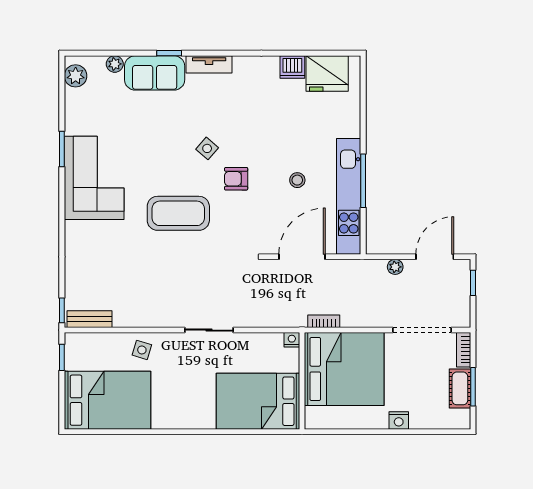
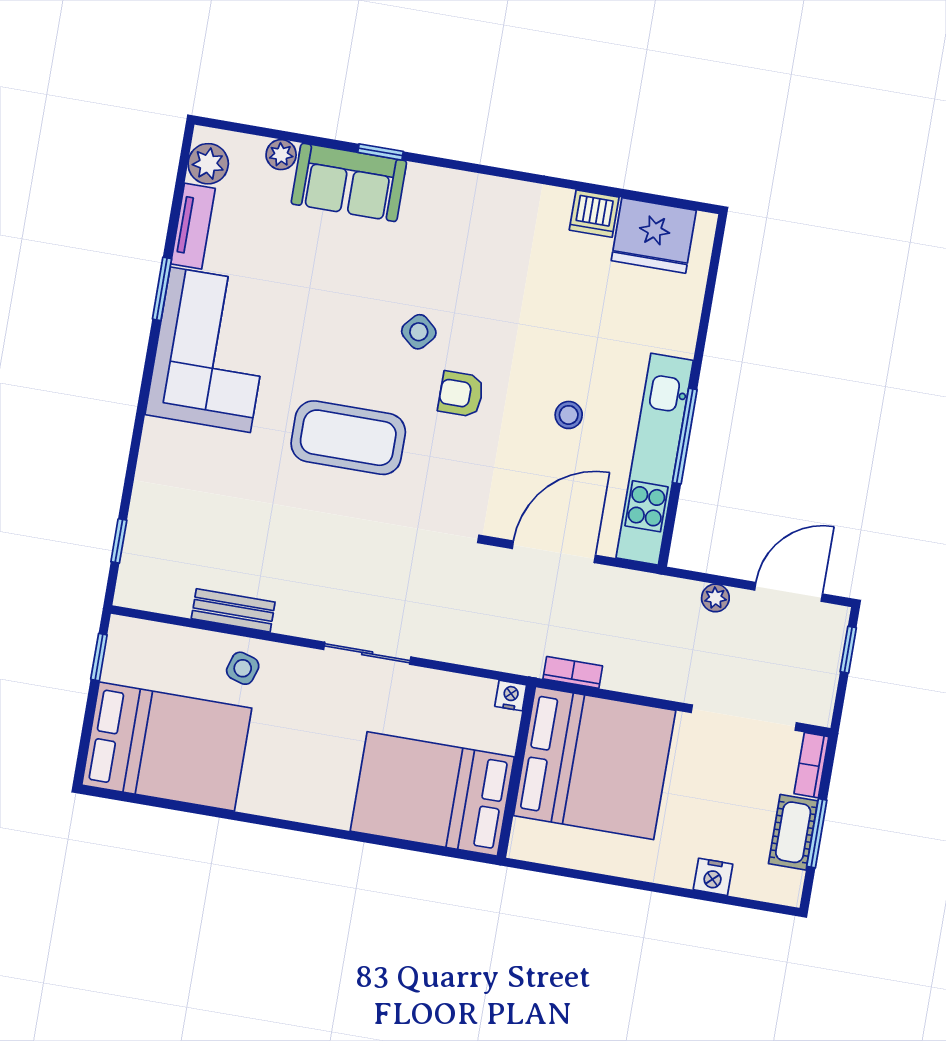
tv unit: (209, 64) -> (193, 226), moved, turned -90
window: (62, 310) -> (119, 541), moved
bench: (89, 319) -> (233, 610), moved
nightstand: (399, 420) -> (713, 877), moved

